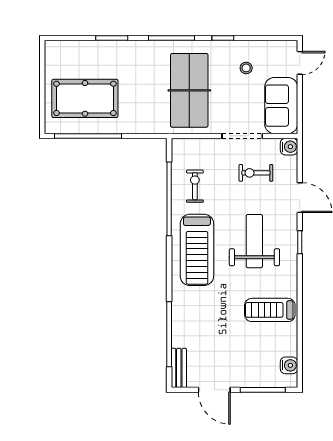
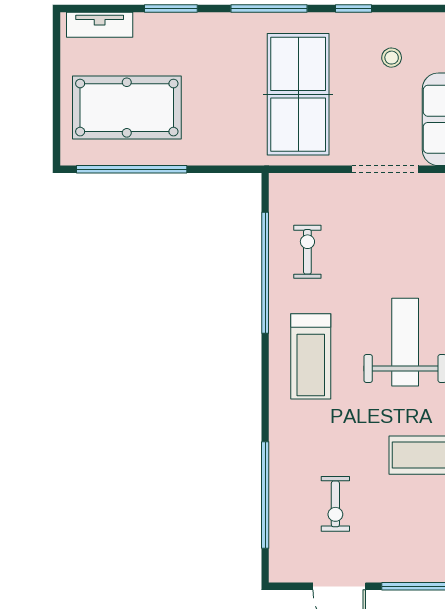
tv unit: (68, 48) -> (100, 25), added
exercise bike: (256, 173) -> (335, 504), moved, turned -90
treadmill: (197, 250) -> (311, 356), width x0.73, depth x0.73
bench: (179, 368) -> (281, 550), removed

